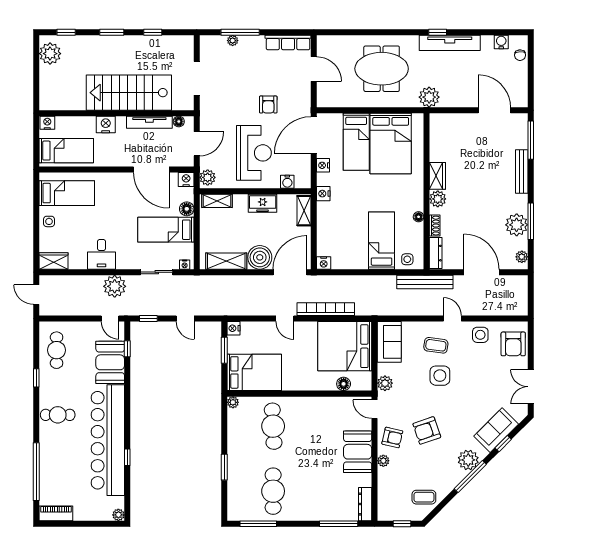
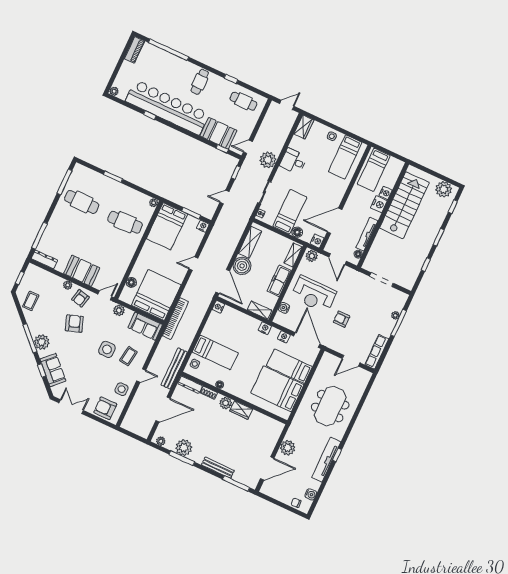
stairs: (129, 93) -> (404, 205), moved
plant: (429, 97) -> (288, 448), moved
nightstand: (47, 123) -> (386, 193), moved
freezer: (263, 203) -> (279, 281), width x1.40
bookcase: (326, 309) -> (175, 319), moved

